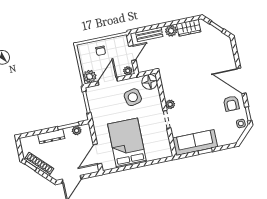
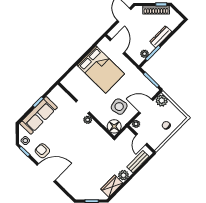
door: (108, 81) -> (146, 106), swing flipped
sofa: (195, 142) -> (38, 115), moved

